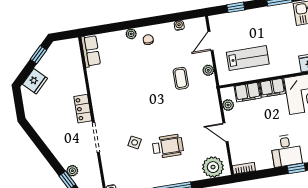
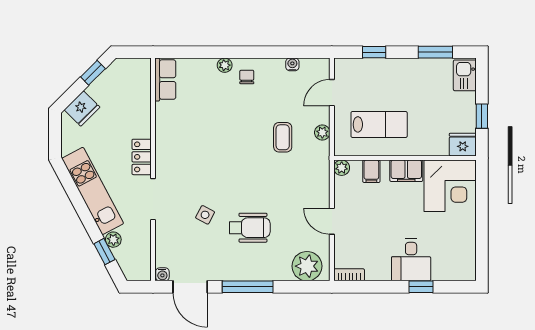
filing cabinet: (248, 92) -> (371, 171), width x0.50
plant: (228, 105) -> (342, 168), moved
kitchen unit: (52, 139) -> (93, 191), added

